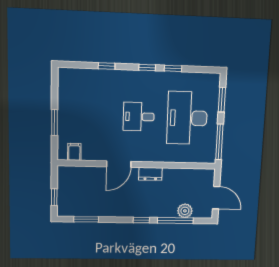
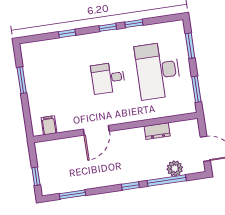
window: (55, 123) -> (22, 80), moved
window: (219, 142) -> (196, 89), width x0.69
dresser: (150, 174) -> (157, 131), moved

